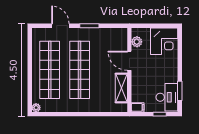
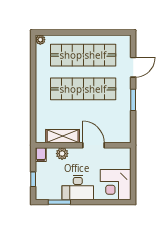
plant: (137, 42) -> (62, 154), moved
door: (129, 61) -> (93, 145), hinge flipped
desk: (167, 97) -> (78, 188), moved

